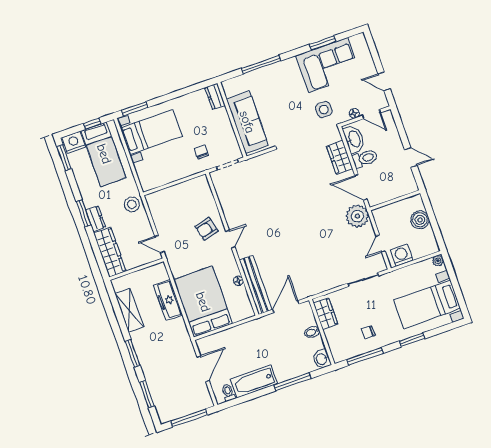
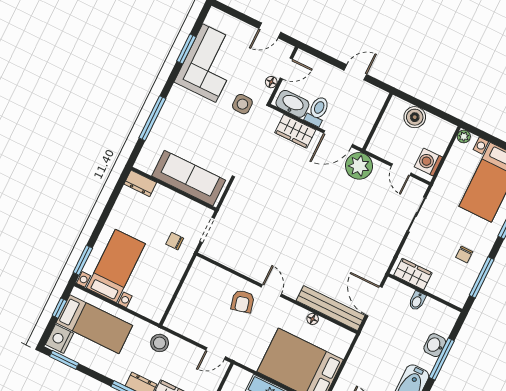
washbasin: (322, 359) -> (435, 345), moved, turned 90

